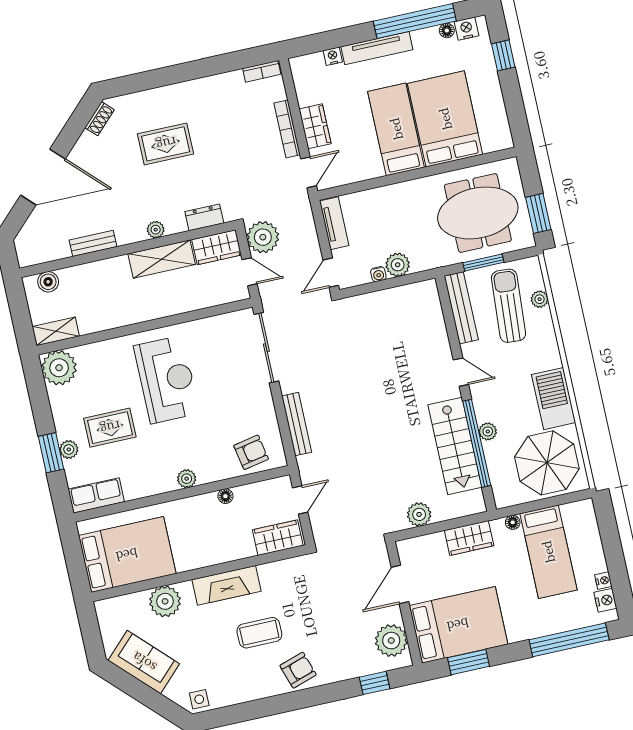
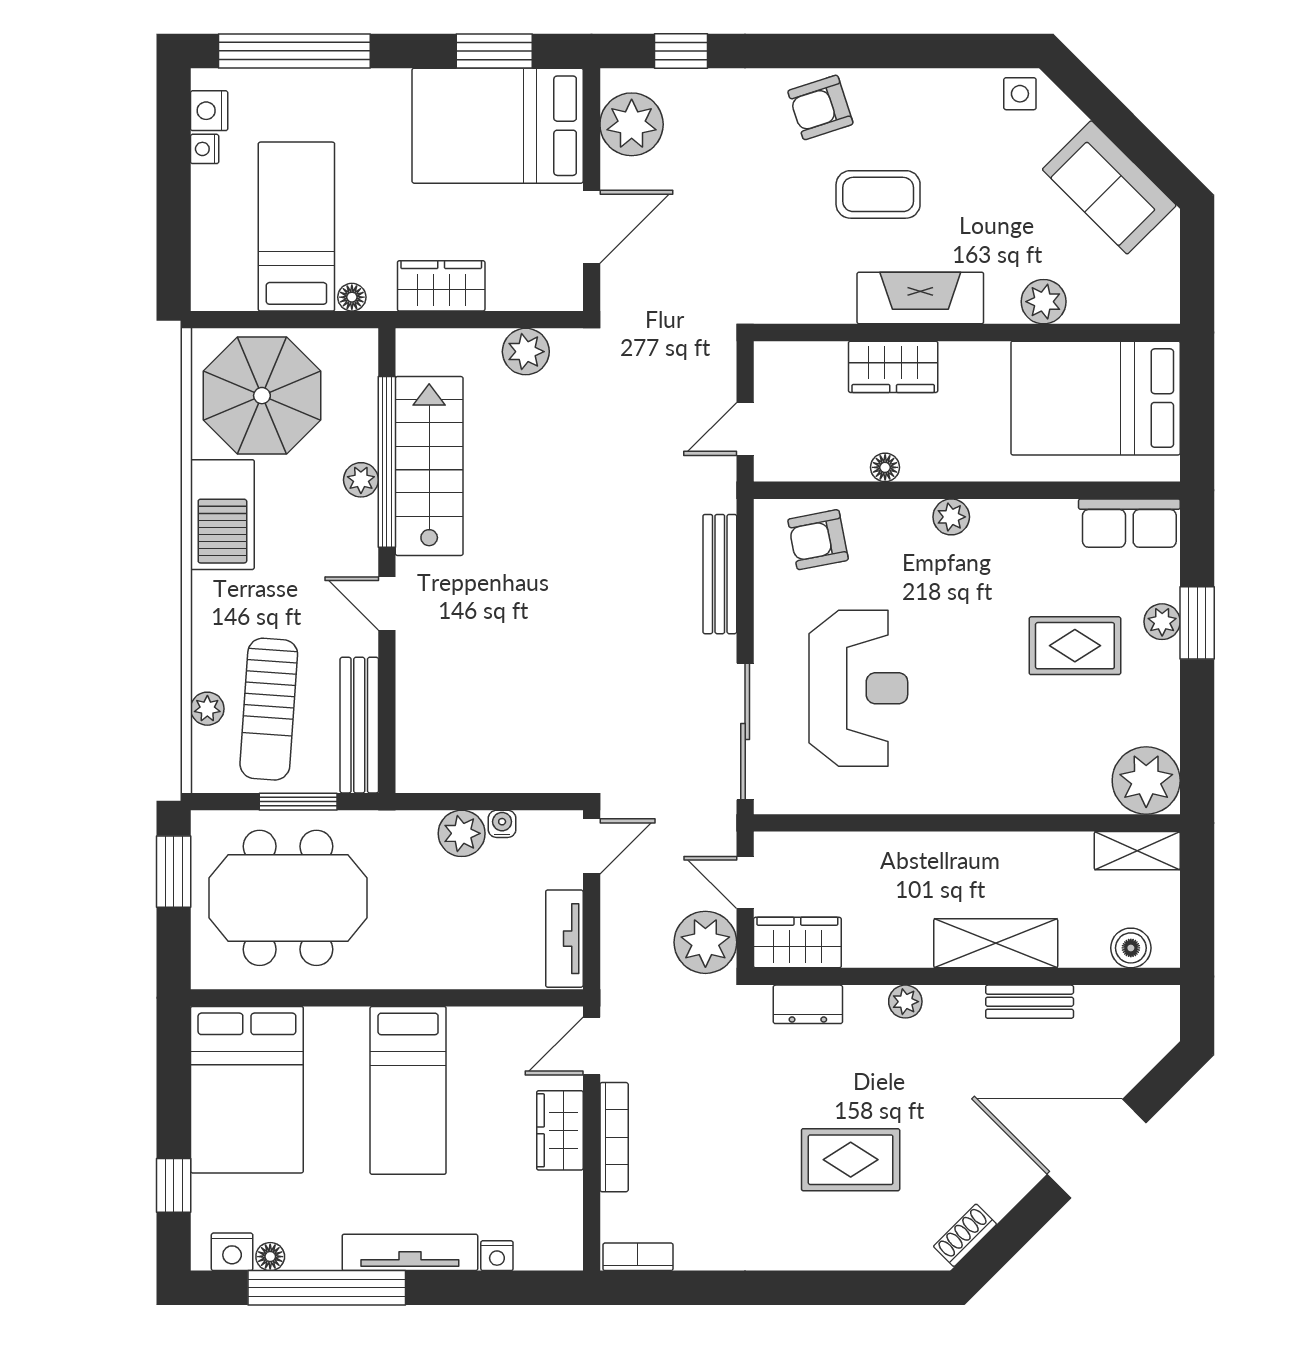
bed: (445, 119) -> (247, 1090), moved
shelving: (162, 259) -> (996, 943), moved
reception desk: (167, 380) -> (858, 688), moved, turned 180
wardrobe: (278, 538) -> (893, 367), moved
plant: (165, 601) -> (1044, 302), width x0.73, depth x0.73

